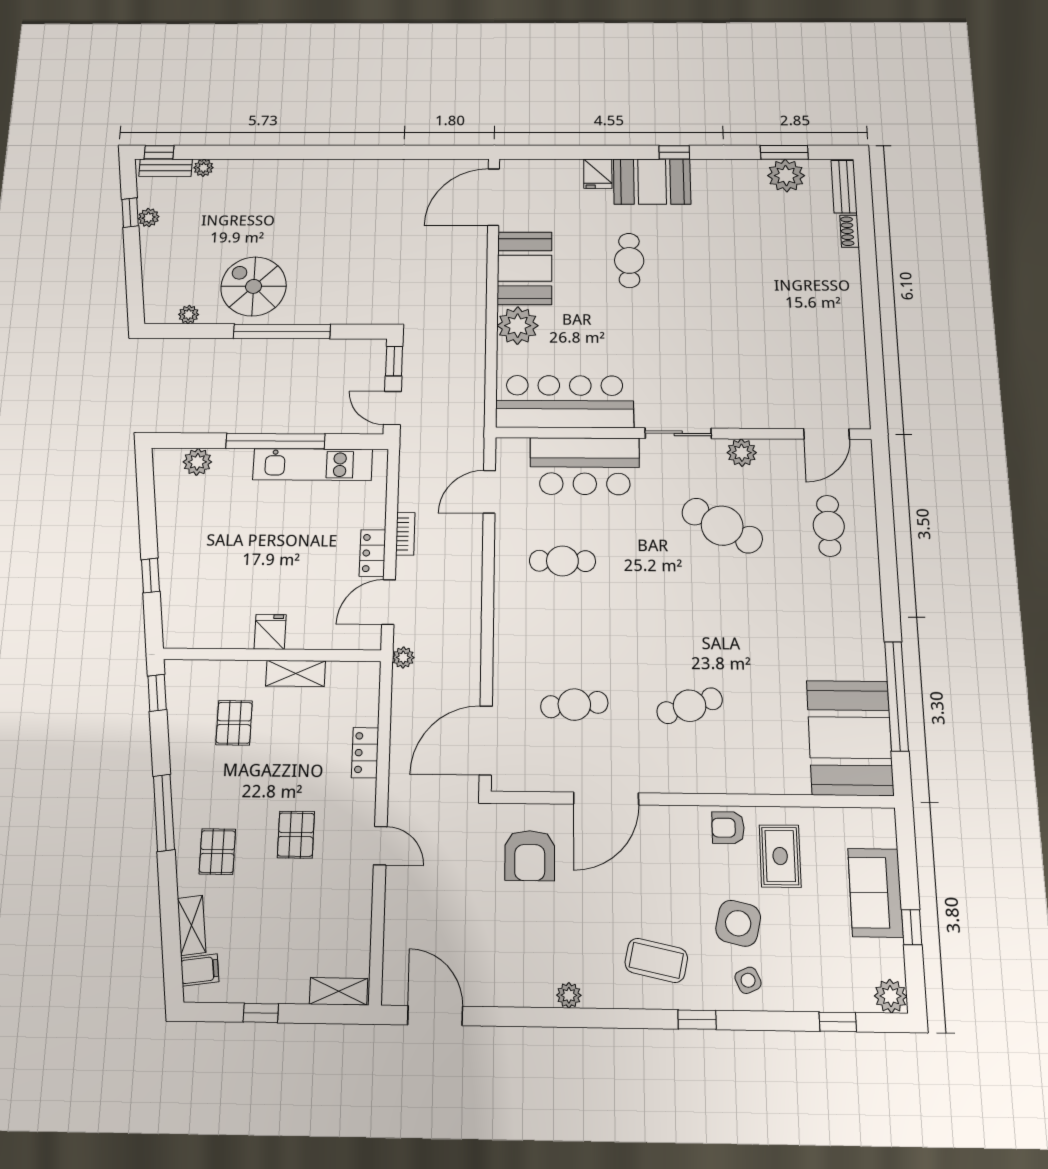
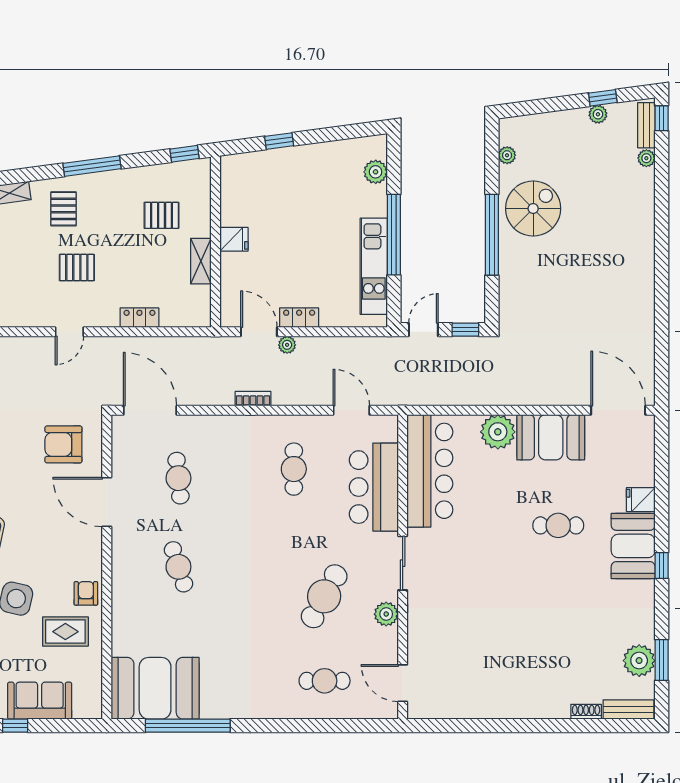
bookcase: (405, 534) -> (253, 399), moved, turned 180
plant: (403, 657) -> (287, 345), moved
pallet: (217, 852) -> (63, 209), turned 90

